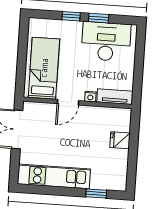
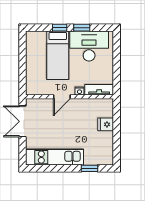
bed: (44, 68) -> (58, 55), moved, turned 180

